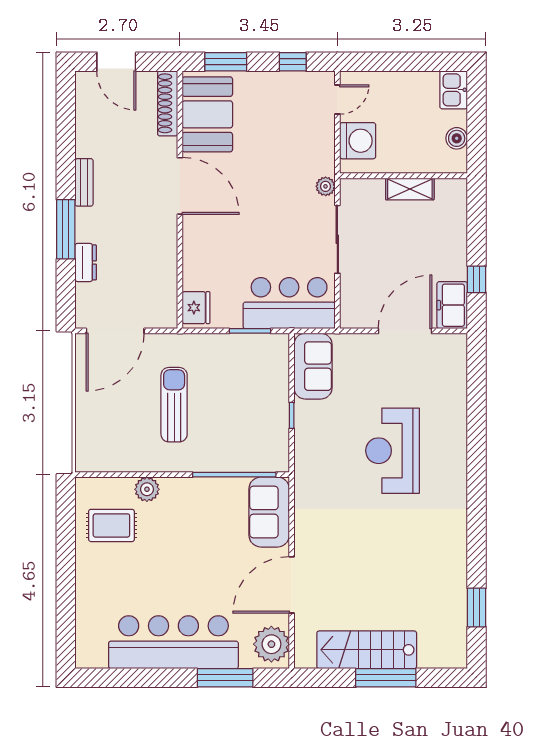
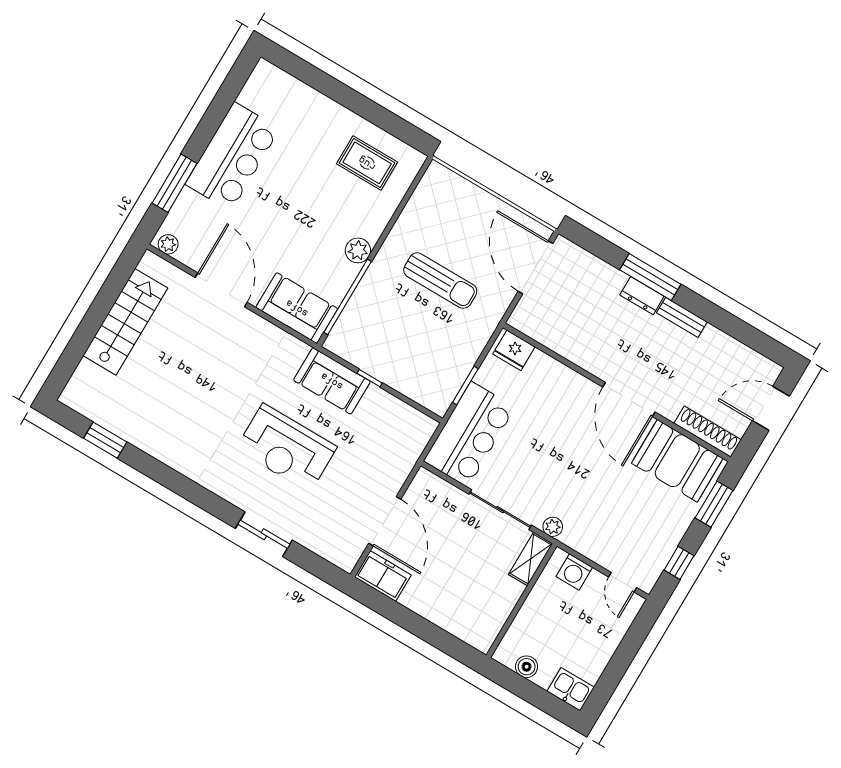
washing machine: (358, 141) -> (574, 572), width x0.73, depth x0.73
door: (180, 186) -> (629, 399), hinge flipped
shelving: (410, 189) -> (531, 559), moved
dresser: (86, 262) -> (642, 296), moved
window: (477, 279) -> (393, 611), removed
sofa: (313, 366) -> (332, 381), moved
sliding door: (477, 426) -> (264, 534), added
reception desk: (392, 451) -> (286, 448), turned 180
plant: (147, 489) -> (358, 250), moved
rug: (111, 525) -> (367, 163), turned 90
bar counter: (173, 642) -> (232, 156), width x0.73
plant: (271, 644) -> (168, 244), width x0.53, depth x0.53
window: (386, 678) -> (91, 324), removed

